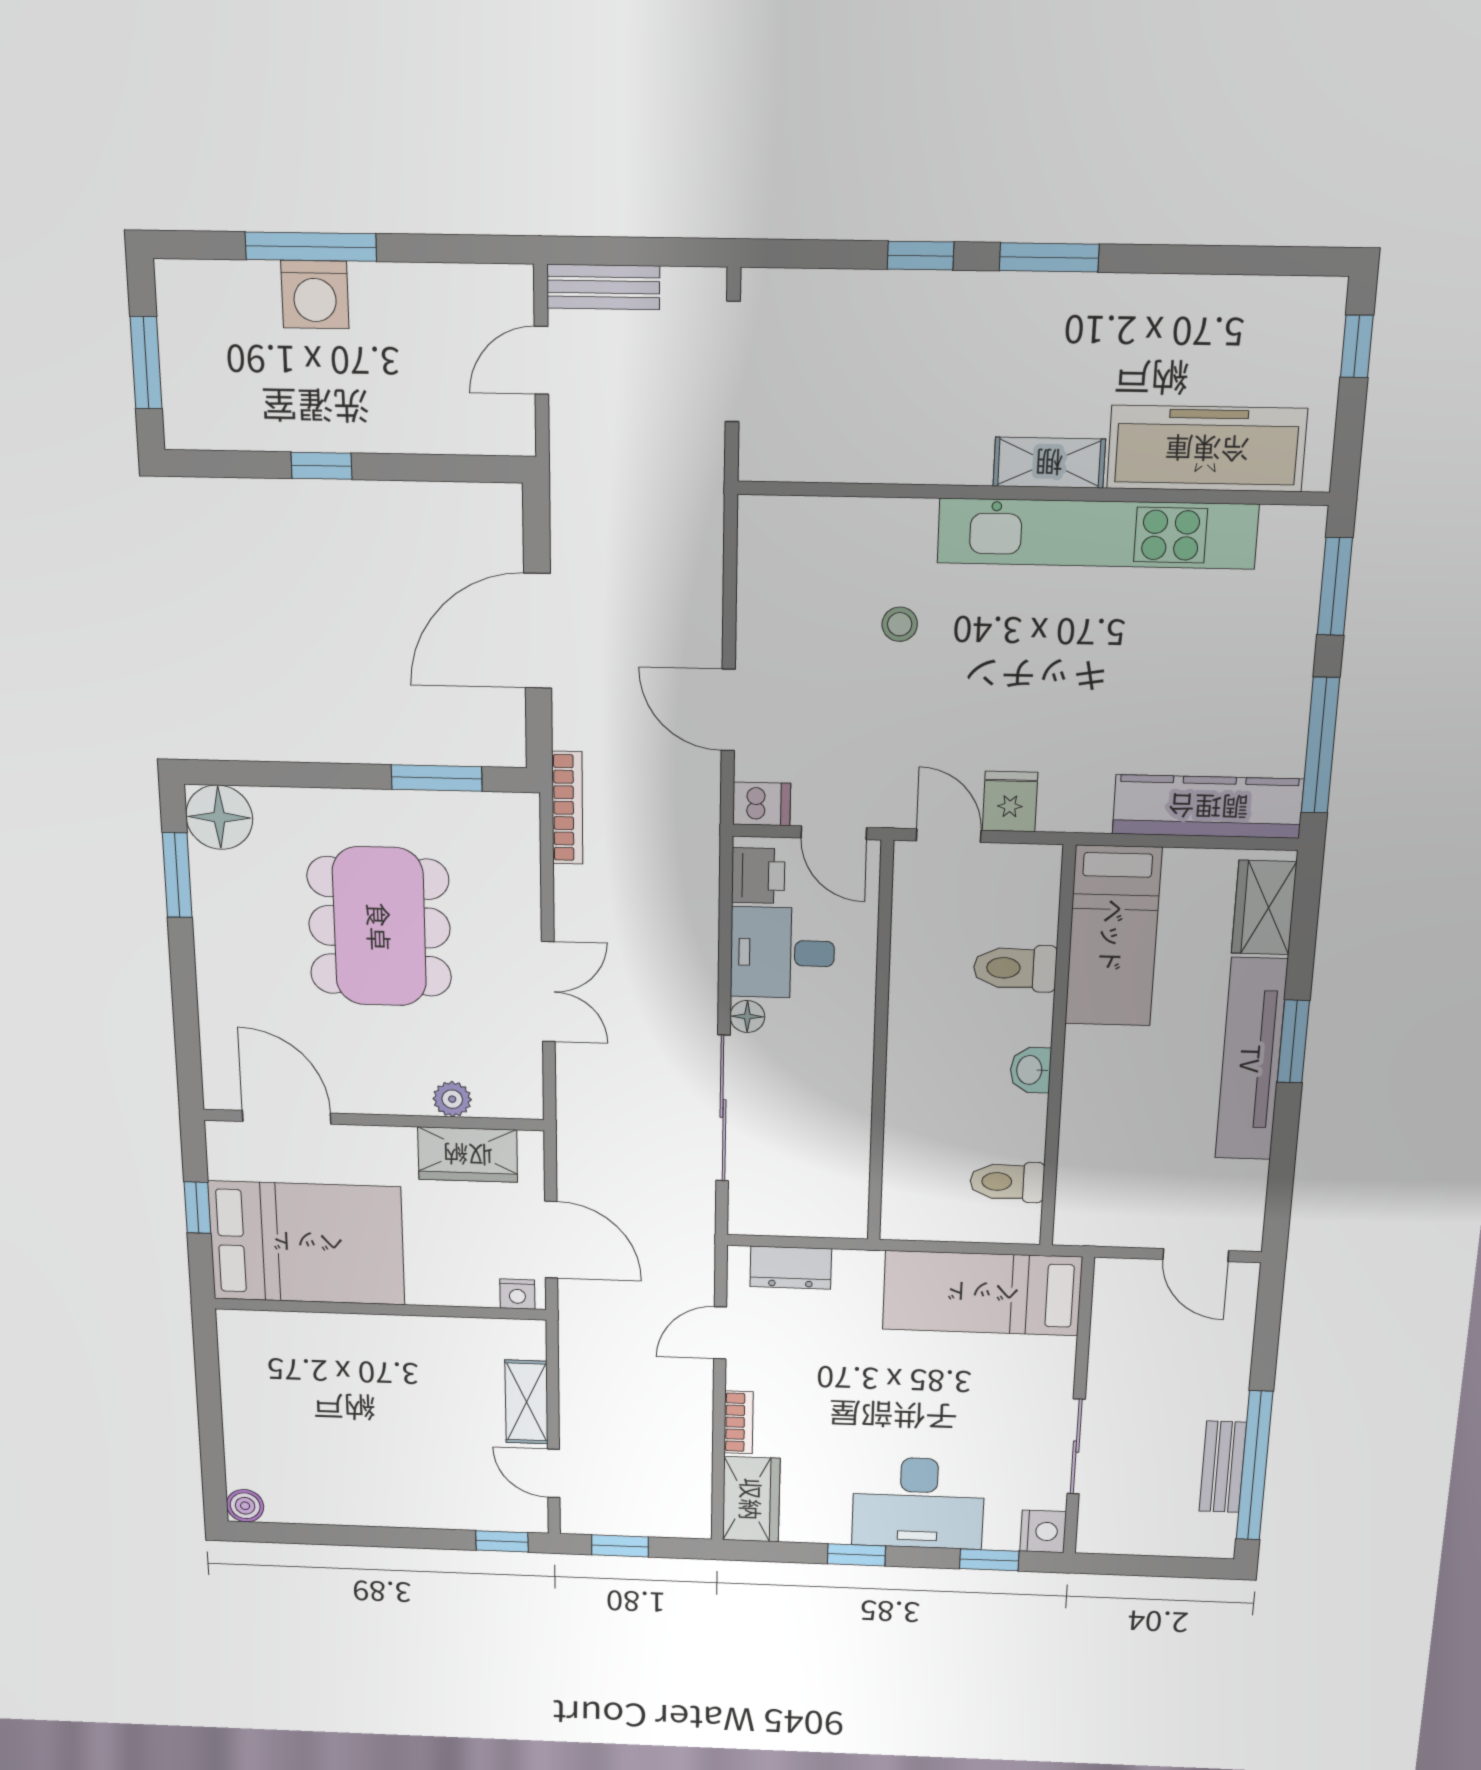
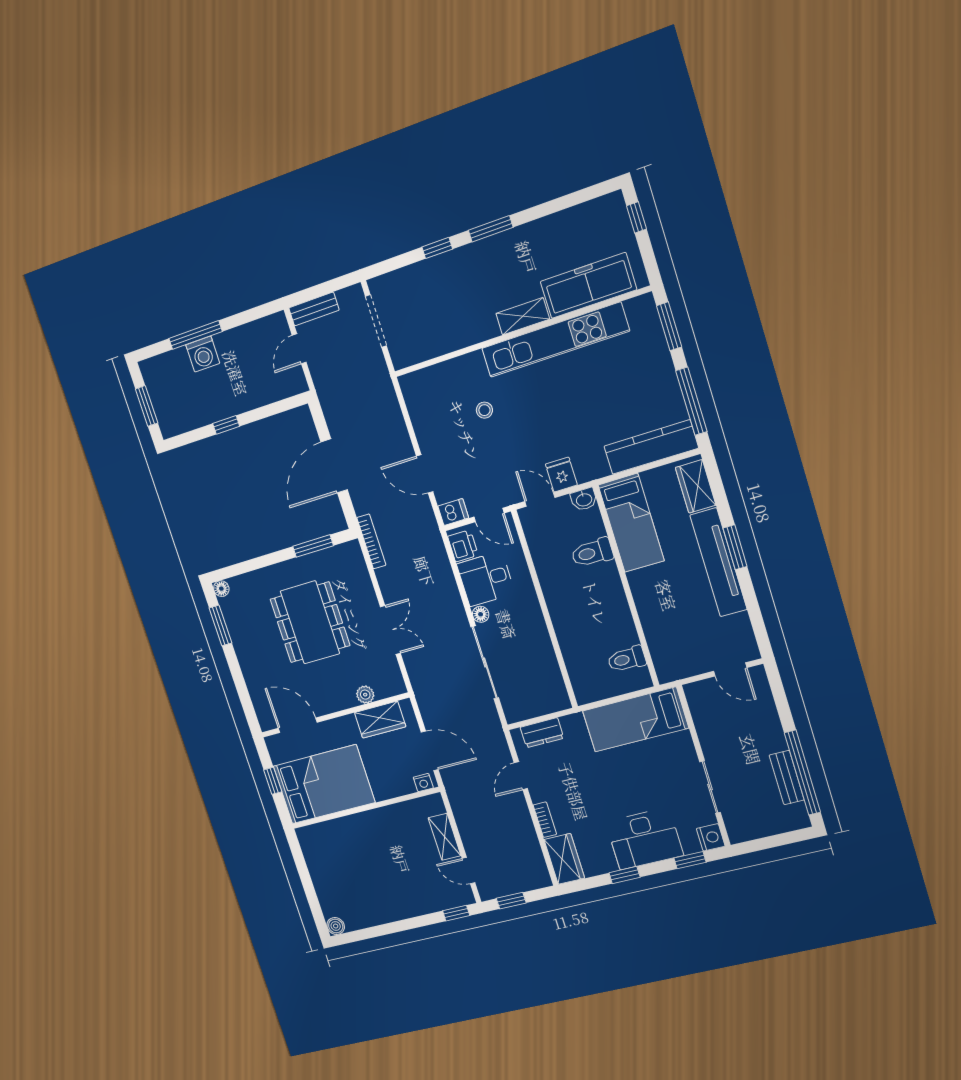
floor lamp: (219, 817) -> (221, 589), width x0.53, depth x0.53
washbasin: (1030, 1070) -> (584, 499), moved, turned -90

